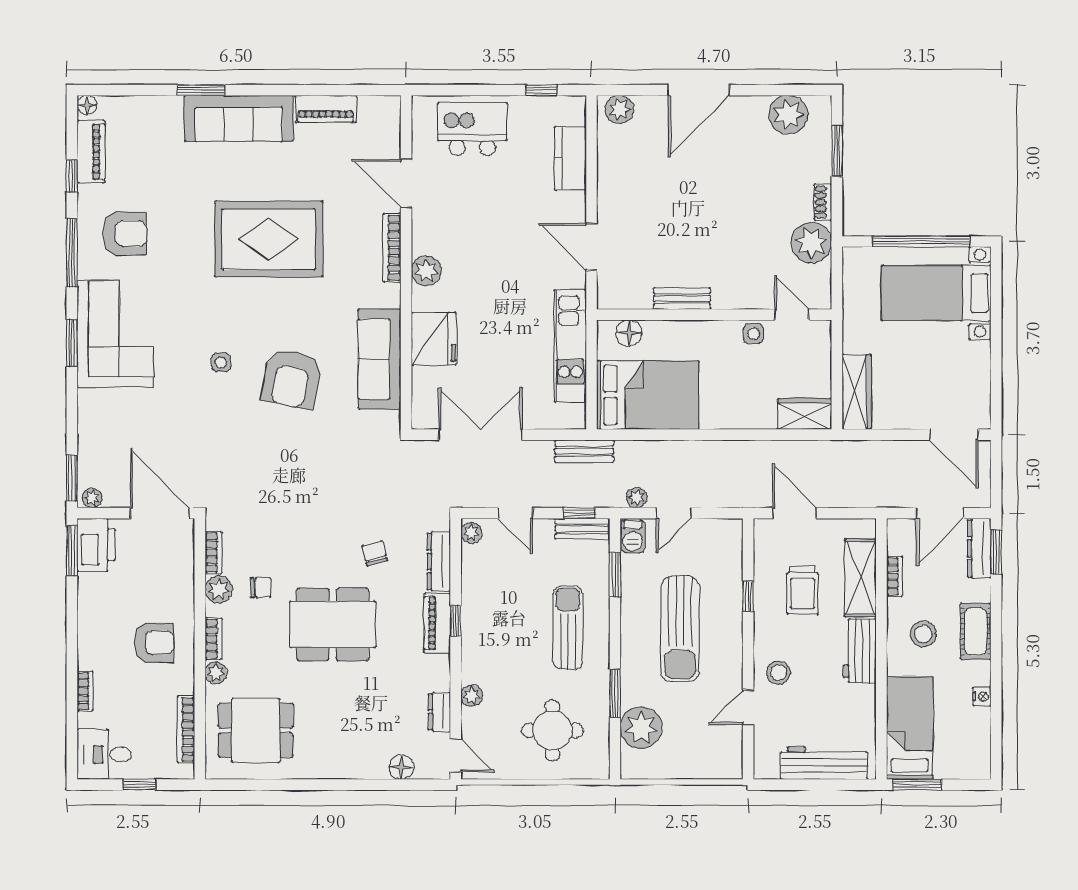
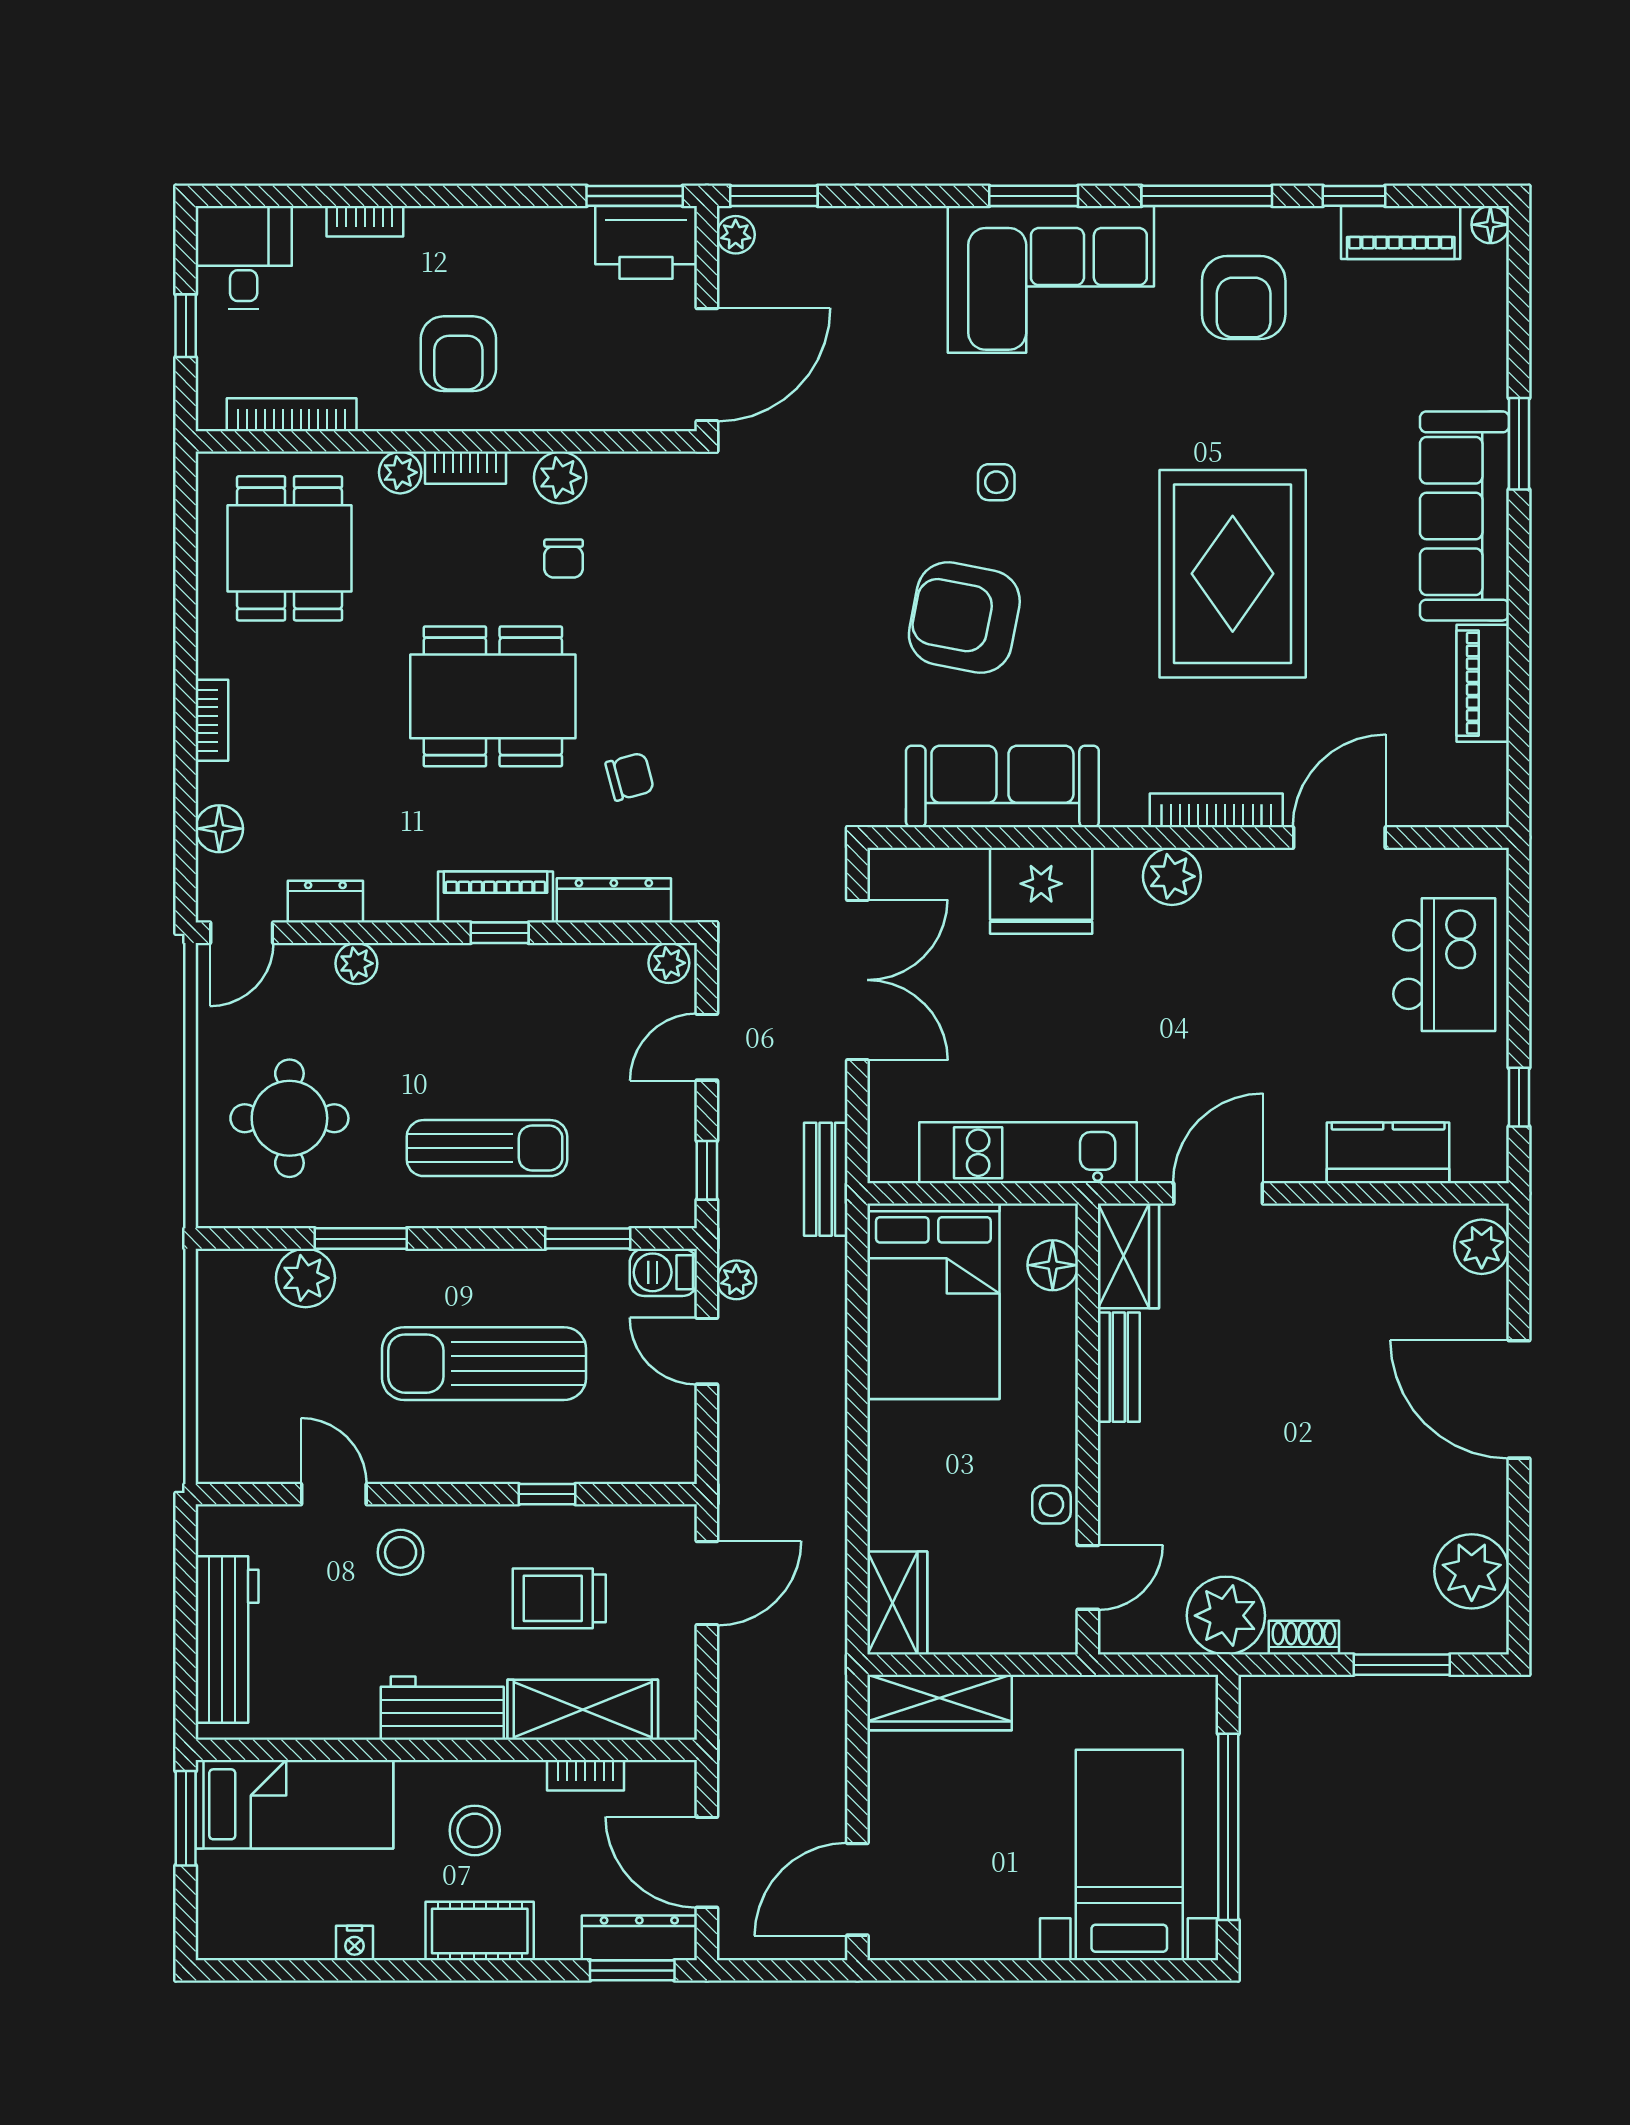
wardrobe: (624, 294) -> (1128, 1256), added
bench: (582, 529) -> (677, 1176), removed
bookcase: (214, 553) -> (212, 720), moved, turned -90
dining table: (333, 625) -> (493, 696), turned 90
plant: (641, 728) -> (305, 1278), width x0.73, depth x0.73

